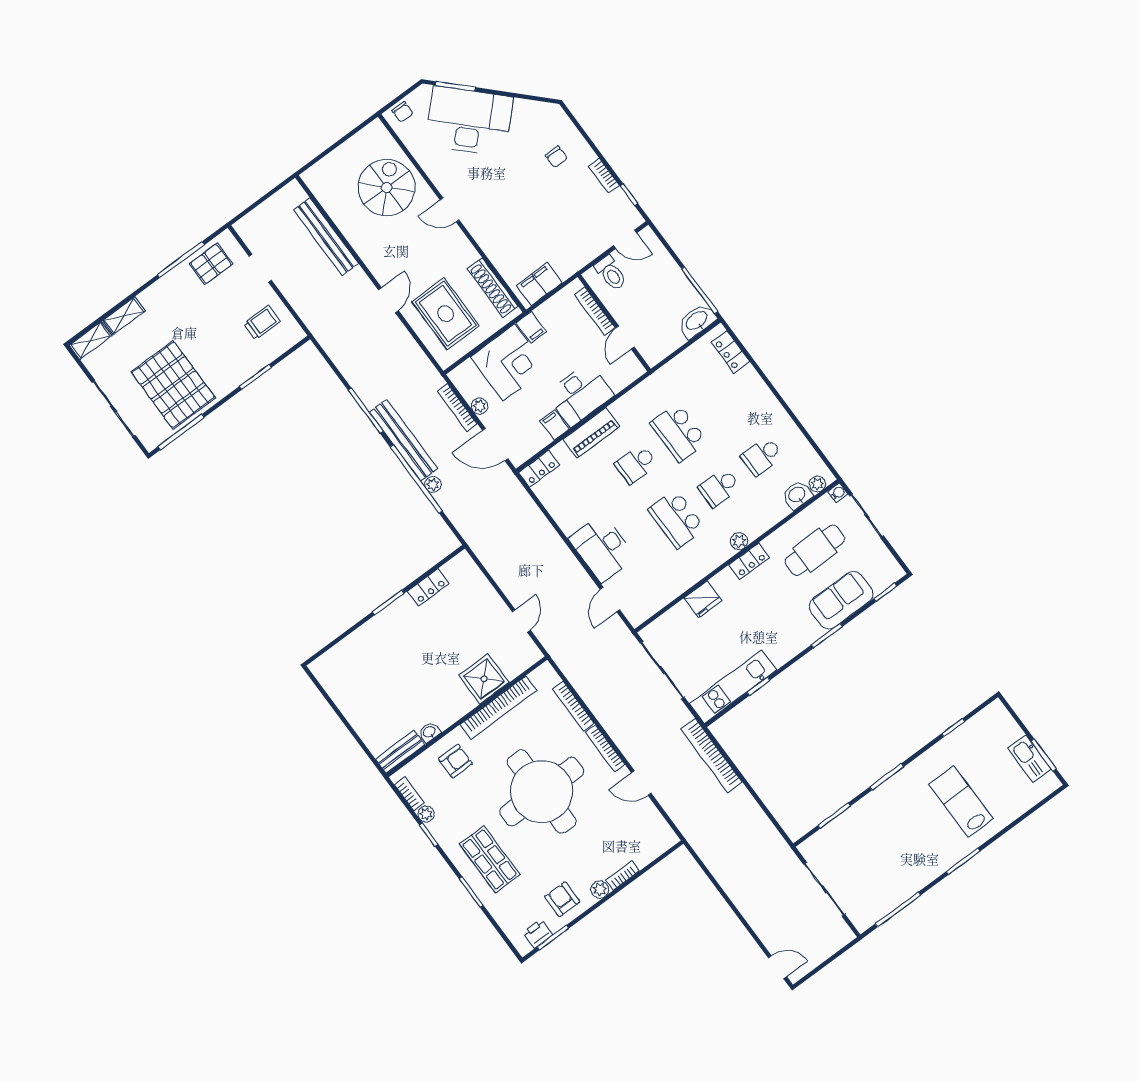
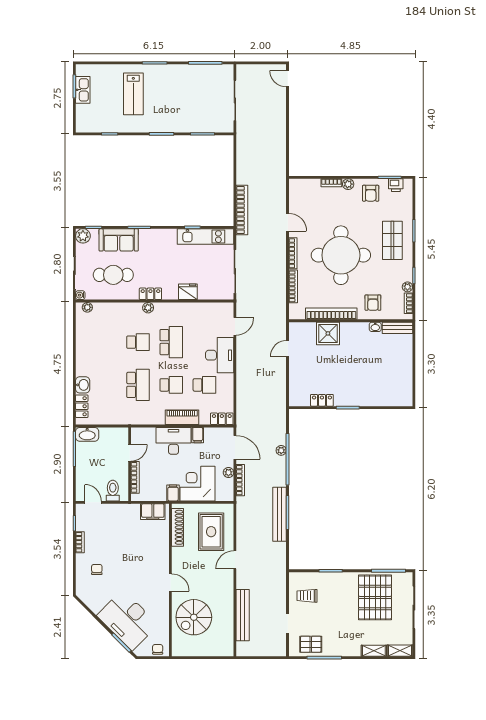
bench: (404, 440) -> (279, 514), moved
school desk: (762, 456) -> (204, 385), moved
washbasin: (797, 495) -> (83, 385), moved, turned -90
plant: (891, 571) -> (83, 236), added
armchair: (455, 761) -> (373, 303), turned -90

